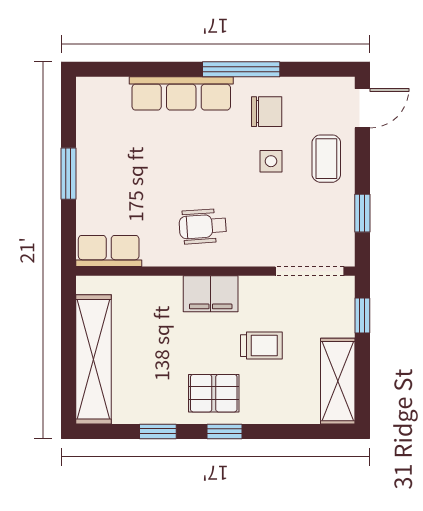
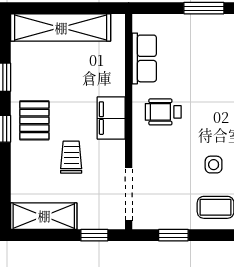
wheelchair: (203, 226) -> (163, 112), turned -86
row of seats: (109, 251) -> (144, 58), moved
trolley: (261, 346) -> (71, 157), turned 180

